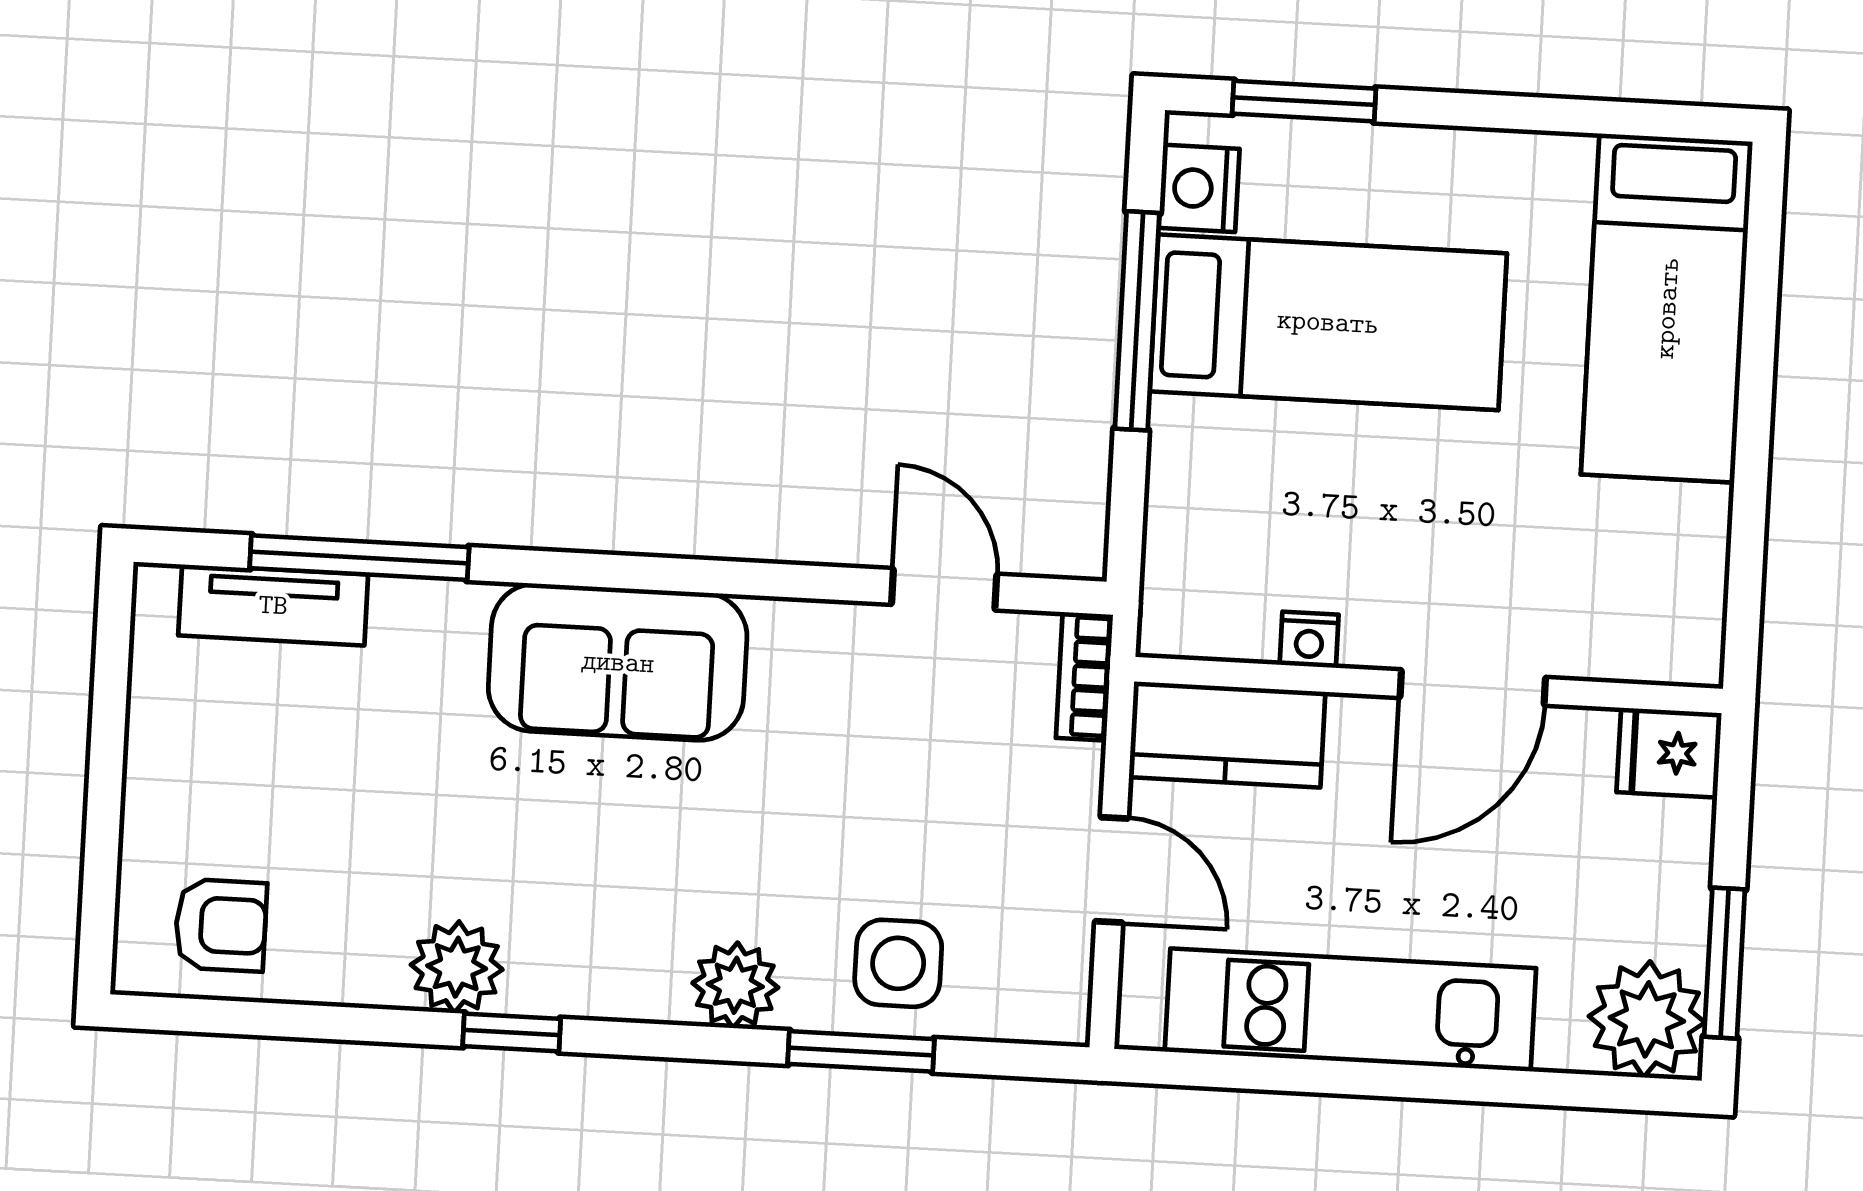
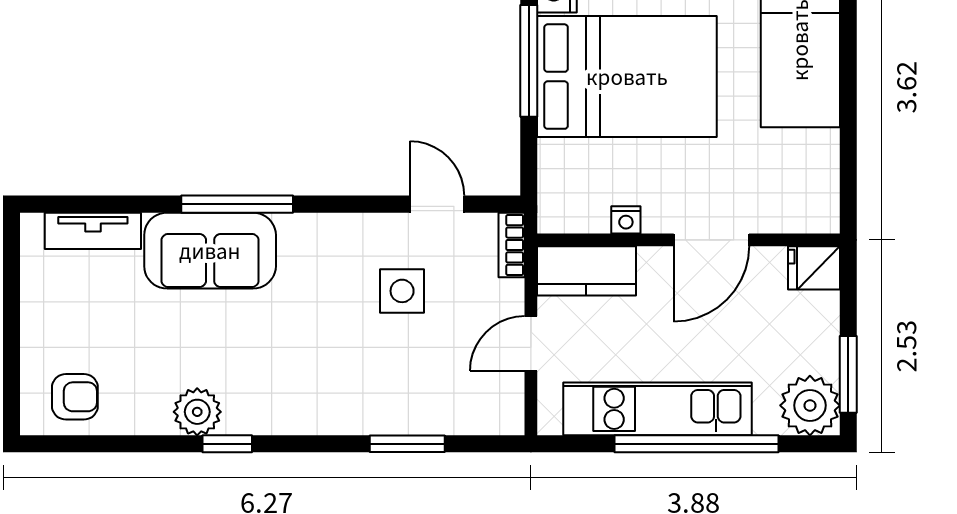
bed: (1328, 322) -> (627, 77), width x1.50
window: (359, 558) -> (237, 204), moved
sofa: (618, 662) -> (210, 251), moved
door: (1111, 870) -> (531, 344), swing flipped
side table: (898, 963) -> (402, 291), moved
plant: (735, 985) -> (341, 413), removed
window: (1422, 1082) -> (696, 444), added

